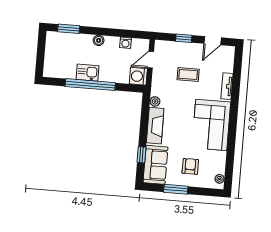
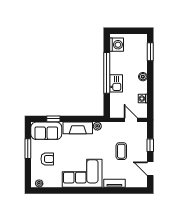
kitchen sink: (88, 73) -> (116, 83), moved
washing machine: (138, 76) -> (117, 45), moved, turned 90

